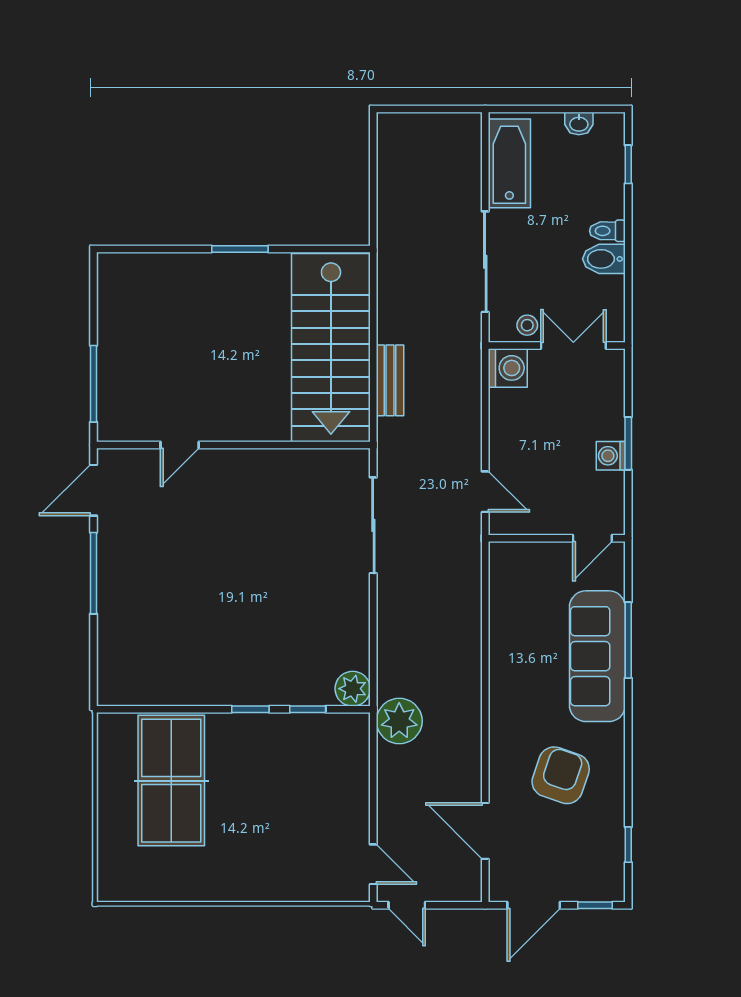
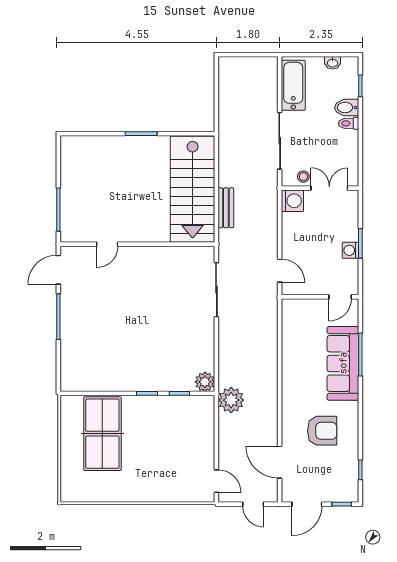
bidet: (604, 259) -> (347, 107), moved
armchair: (561, 775) -> (322, 431), turned 71
door: (407, 905) -> (253, 504), moved

